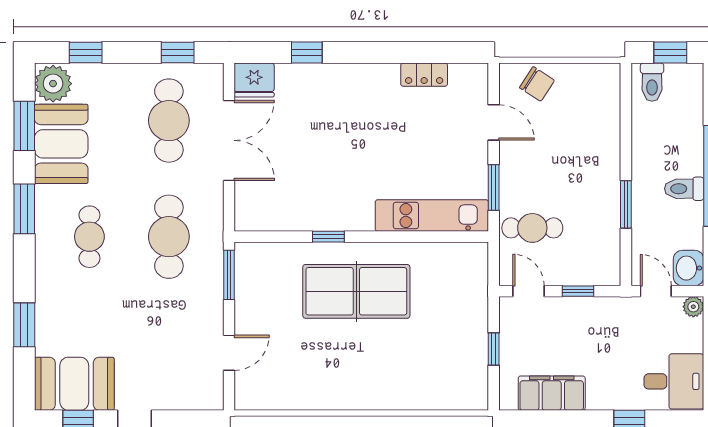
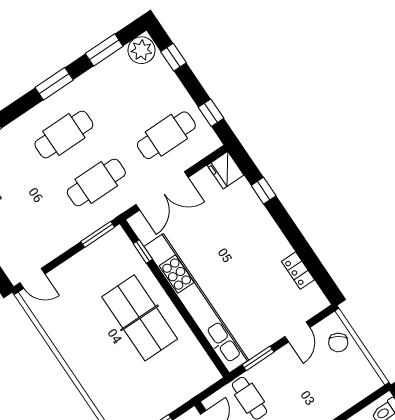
double door: (229, 140) -> (162, 191), moved
booth: (61, 144) -> (108, 80), removed
kitchen unit: (432, 216) -> (196, 303), width x1.86
cafe table: (89, 237) -> (64, 134), width x1.37, depth x1.35
window: (328, 237) -> (143, 252), moved
door: (229, 353) -> (32, 278), moved

